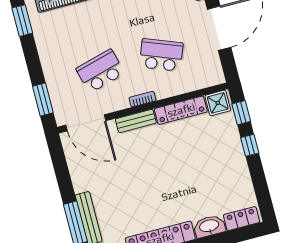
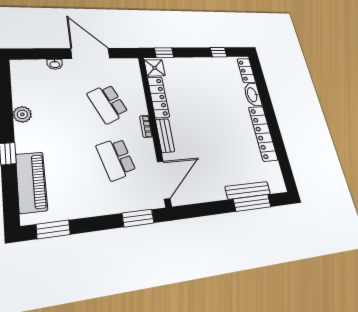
school desk: (161, 55) -> (108, 103), turned -45
window: (250, 145) -> (219, 52), moved

